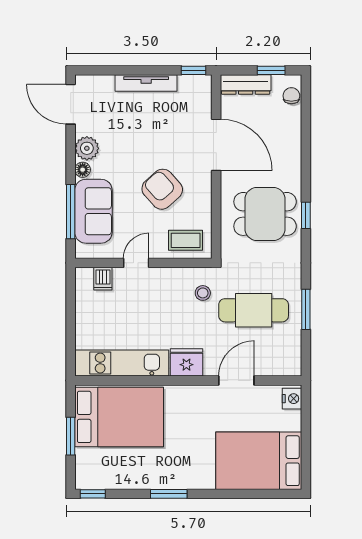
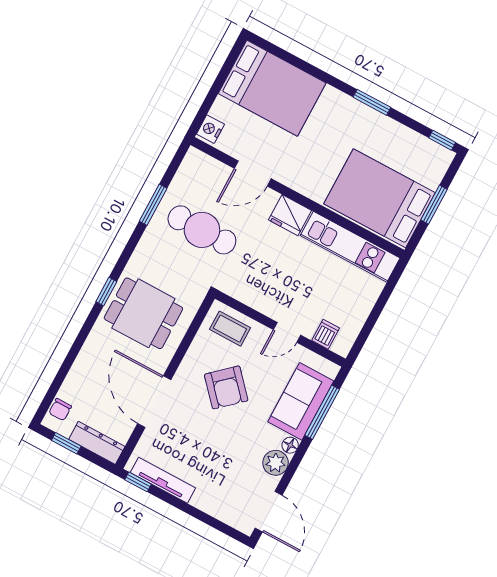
tv unit: (146, 83) -> (163, 480), moved
stool: (203, 293) -> (240, 271), removed

